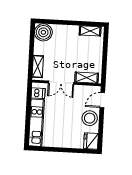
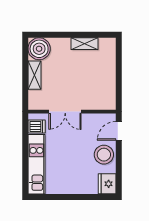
shelving: (90, 31) -> (84, 44), moved
shelving: (38, 67) -> (34, 75), moved
shelving: (87, 78) -> (97, 103), removed

